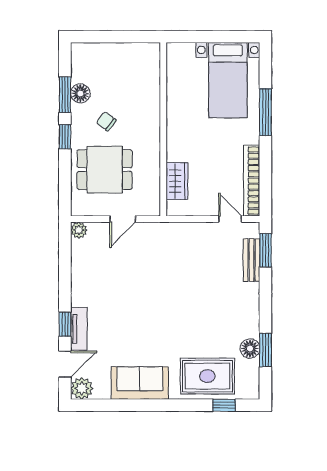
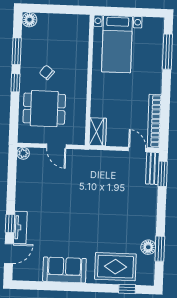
bed with nightstands: (228, 80) -> (117, 44), moved
floor lamp: (80, 93) -> (29, 20), moved
window: (265, 112) -> (167, 52), moved
wardrobe: (177, 181) -> (98, 132), moved
door: (123, 219) -> (56, 146), hinge flipped
bench: (252, 260) -> (152, 168), moved
plant: (82, 388) -> (21, 272), removed

